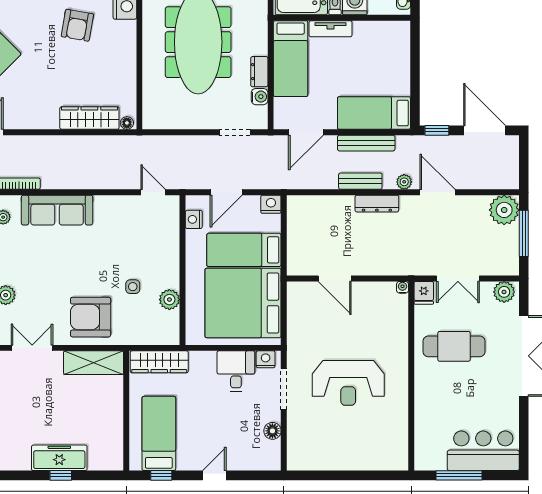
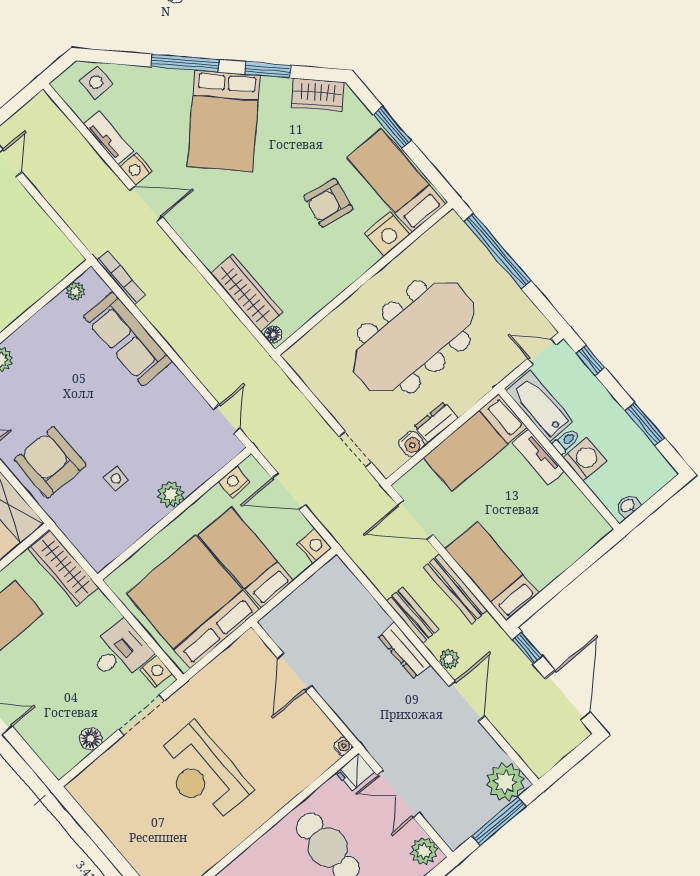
plant: (169, 300) -> (171, 494), moved

